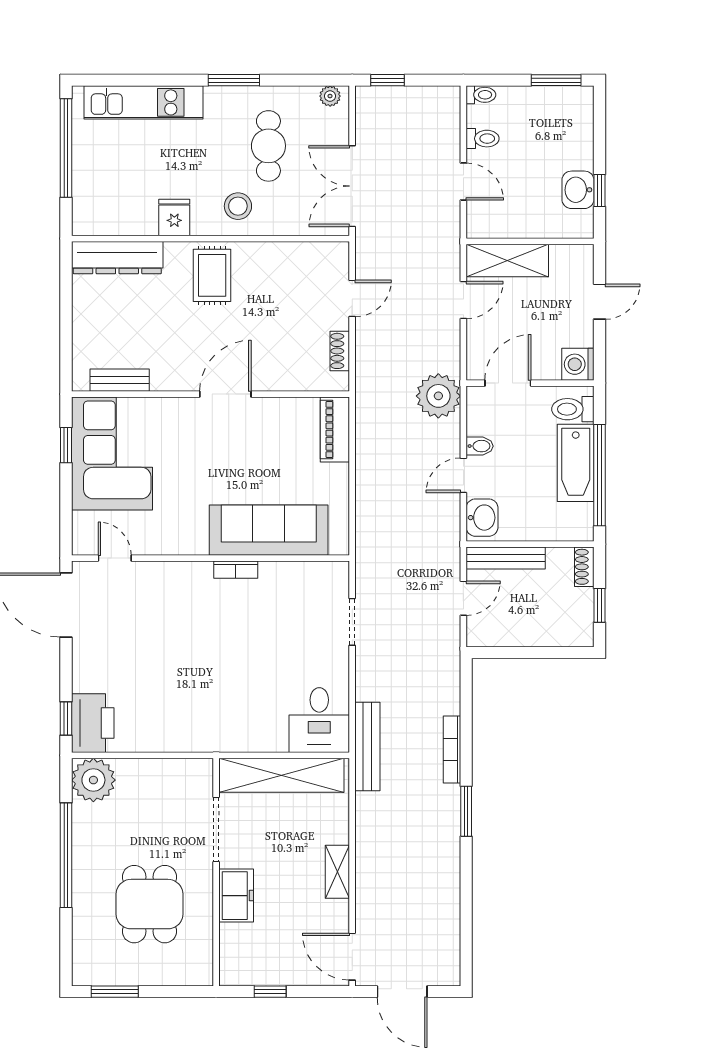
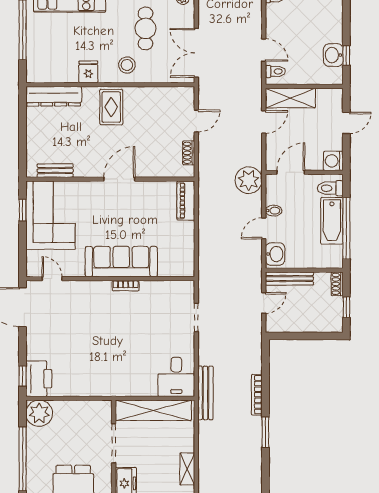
toilet: (483, 139) -> (275, 71), moved
sofa: (269, 530) -> (121, 262), moved

